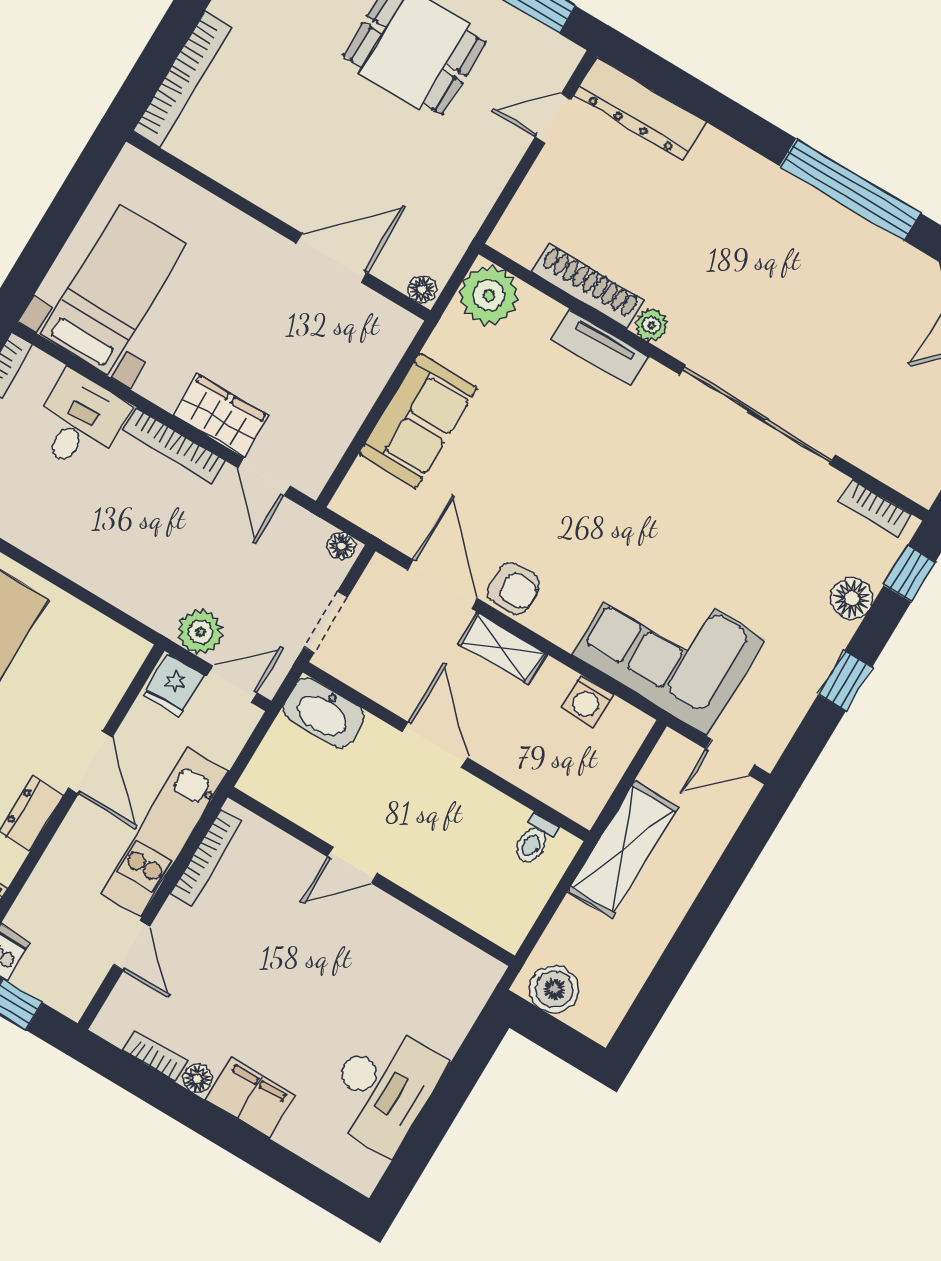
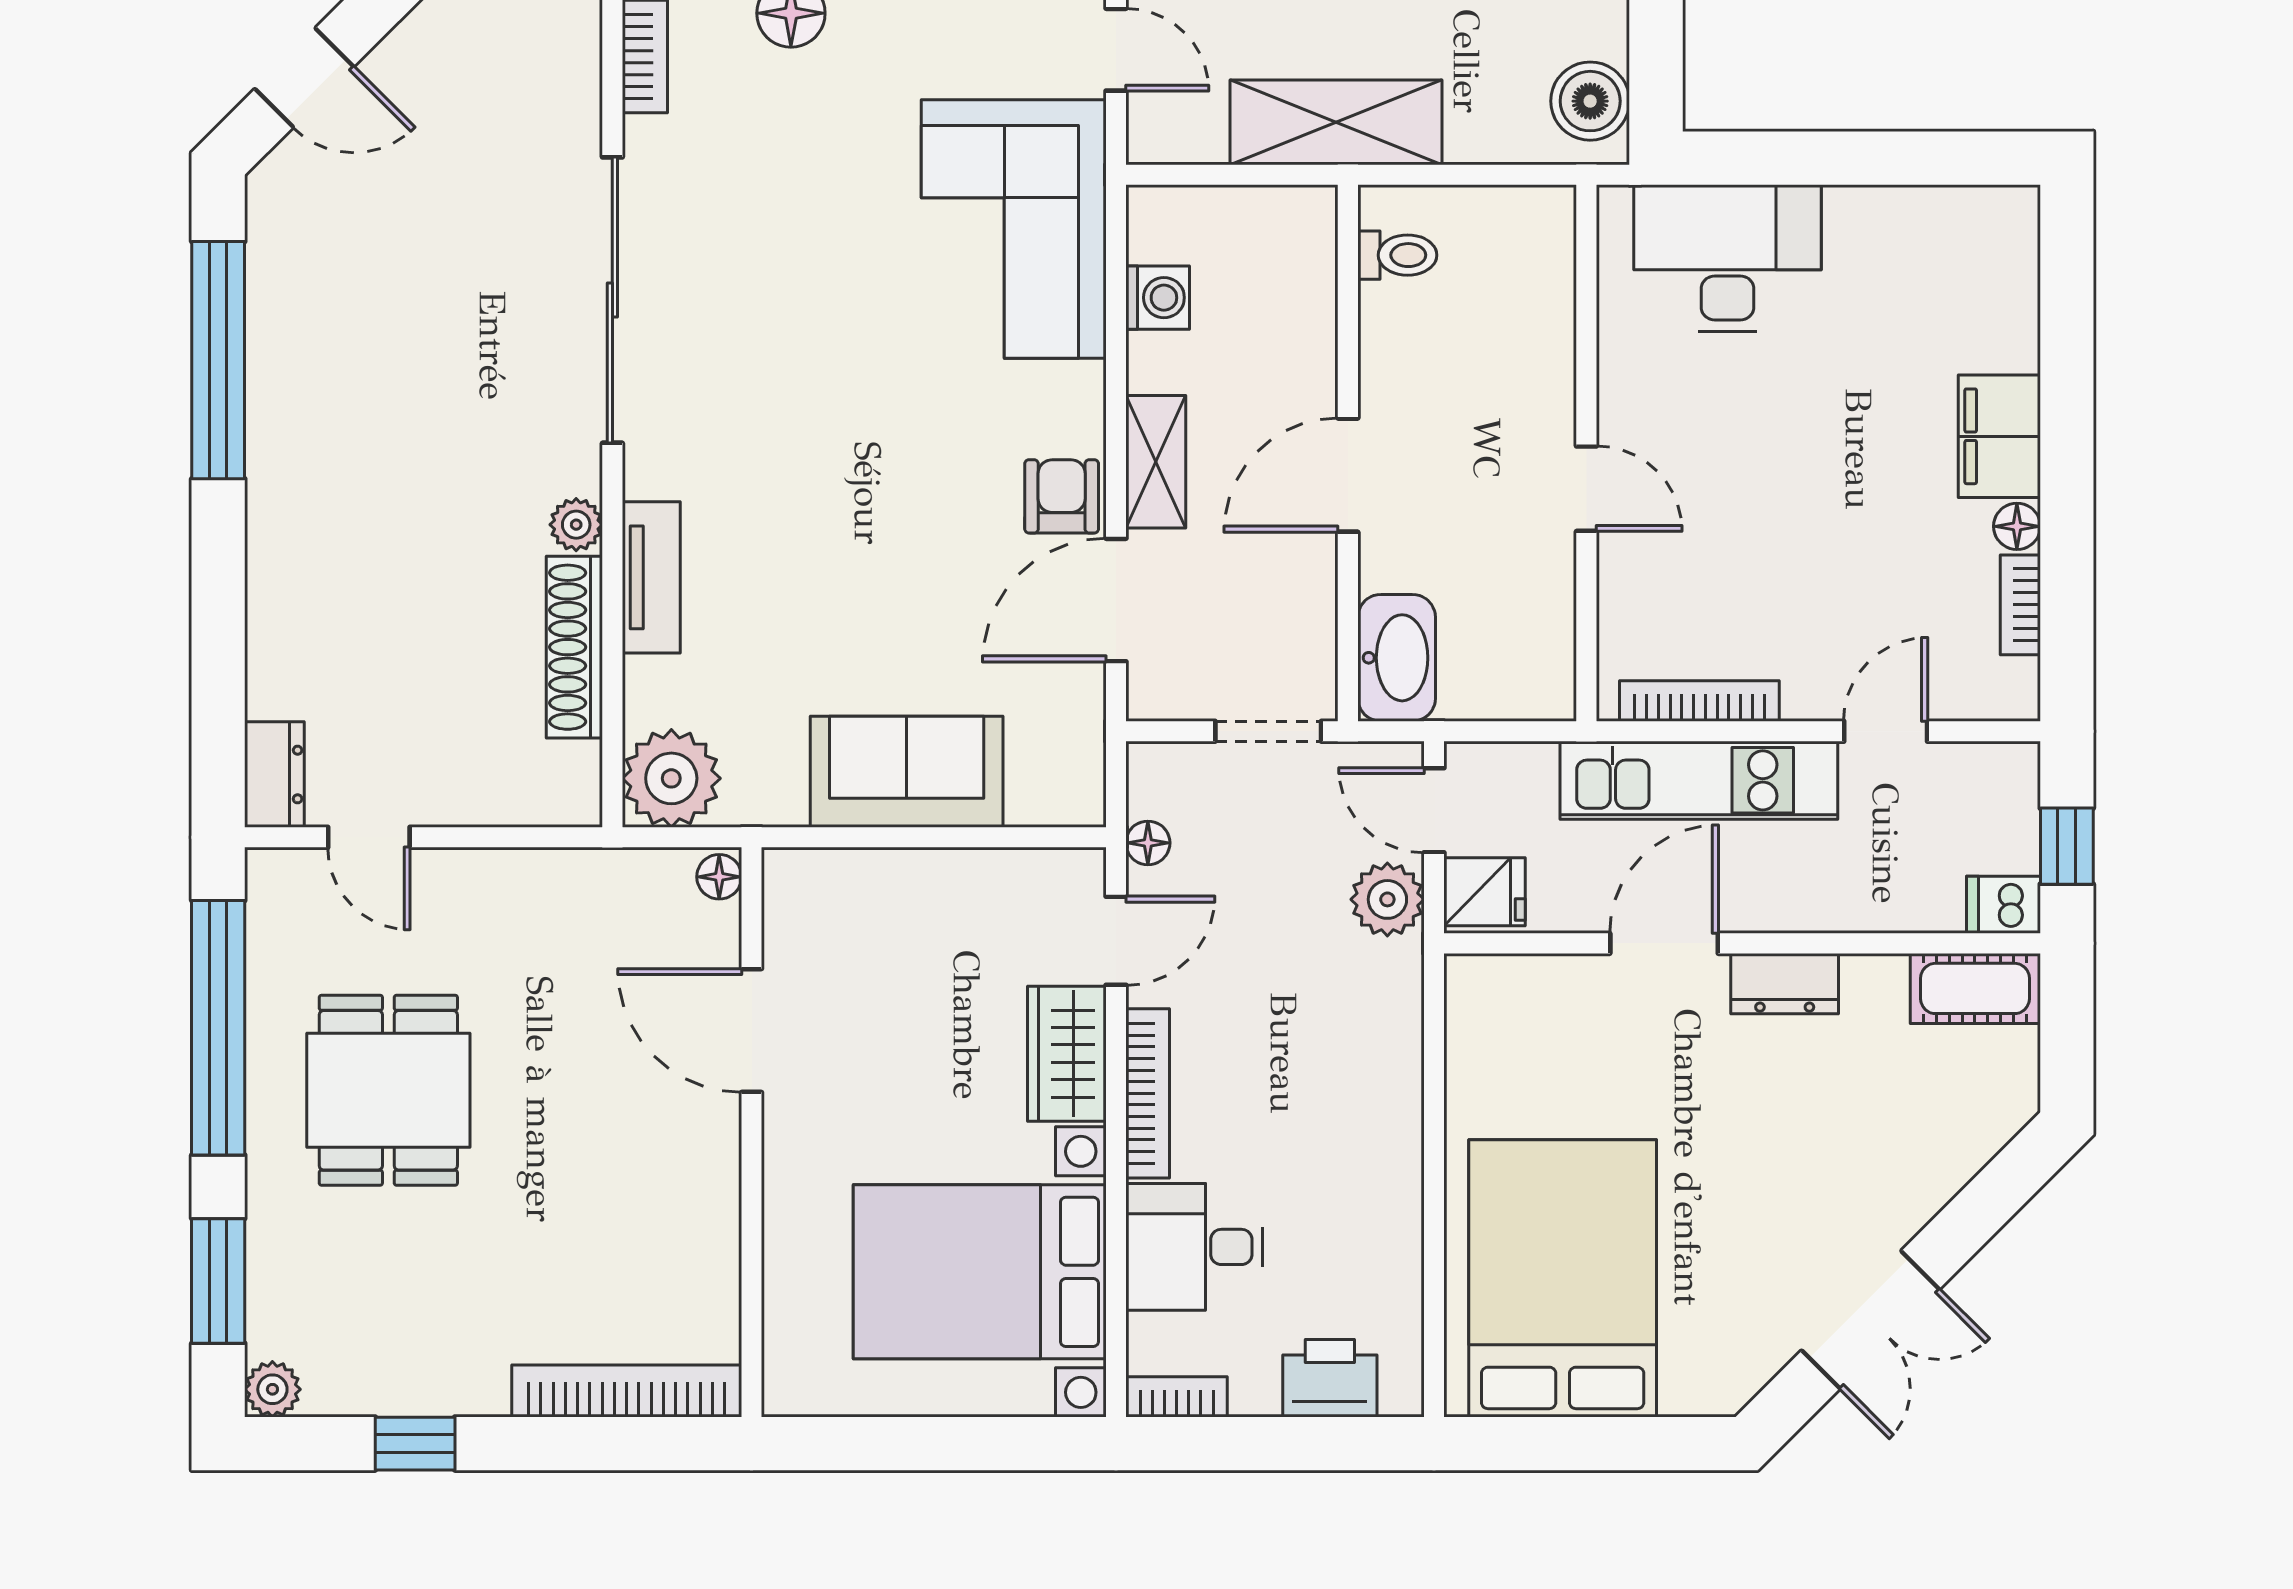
dresser: (640, 108) -> (274, 775), width x0.51, depth x0.80
bed with nightstands: (113, 289) -> (980, 1272), width x1.36
floor lamp: (341, 546) -> (1148, 843), moved
desk: (383, 1088) -> (1728, 258), moved

